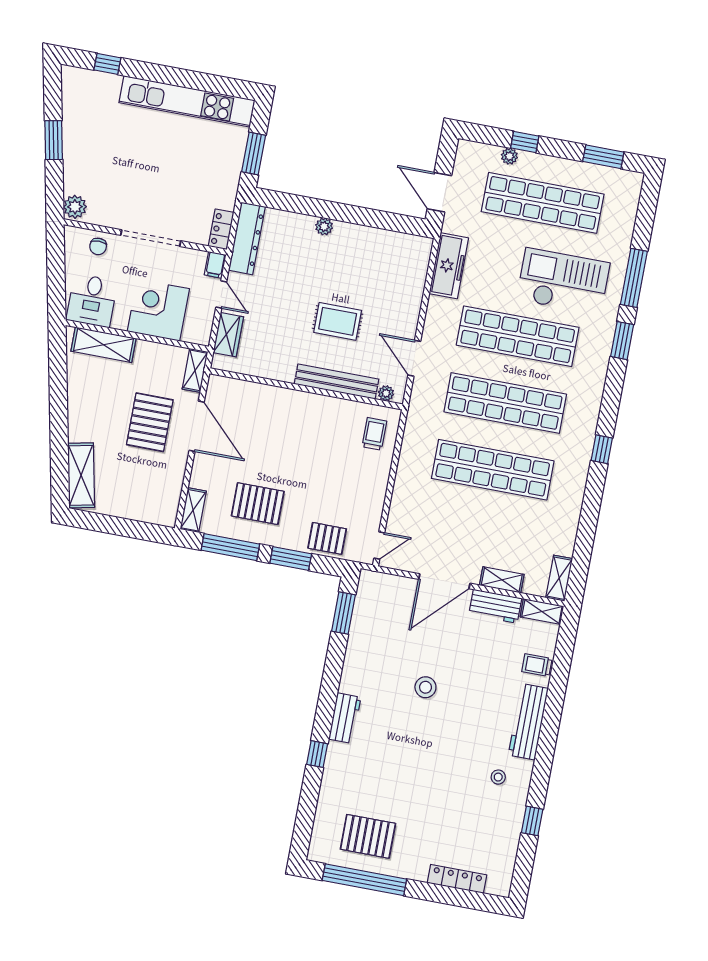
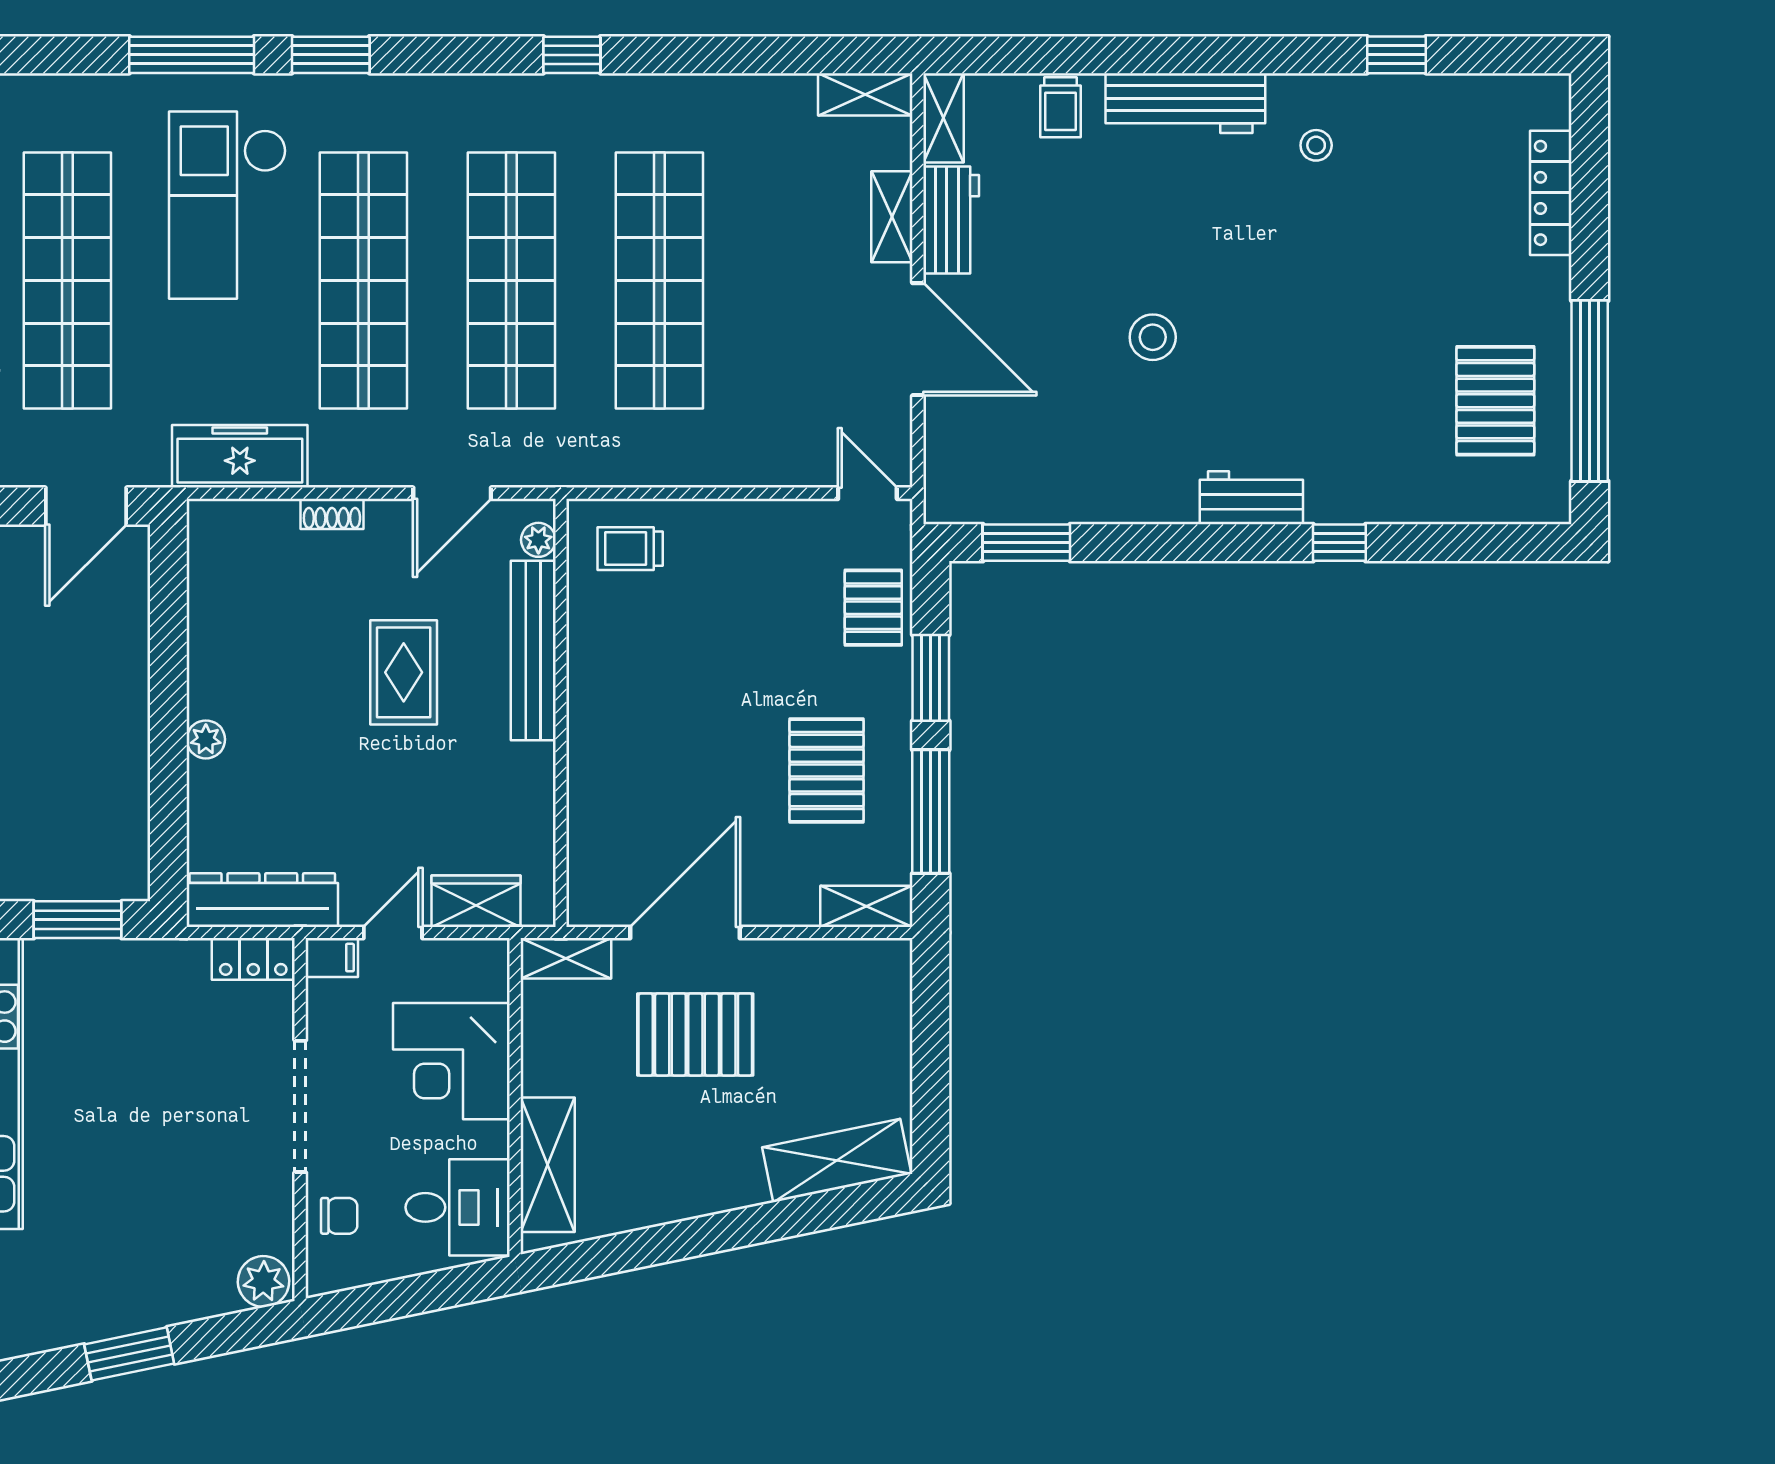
shoe rack: (415, 302) -> (332, 514), added

